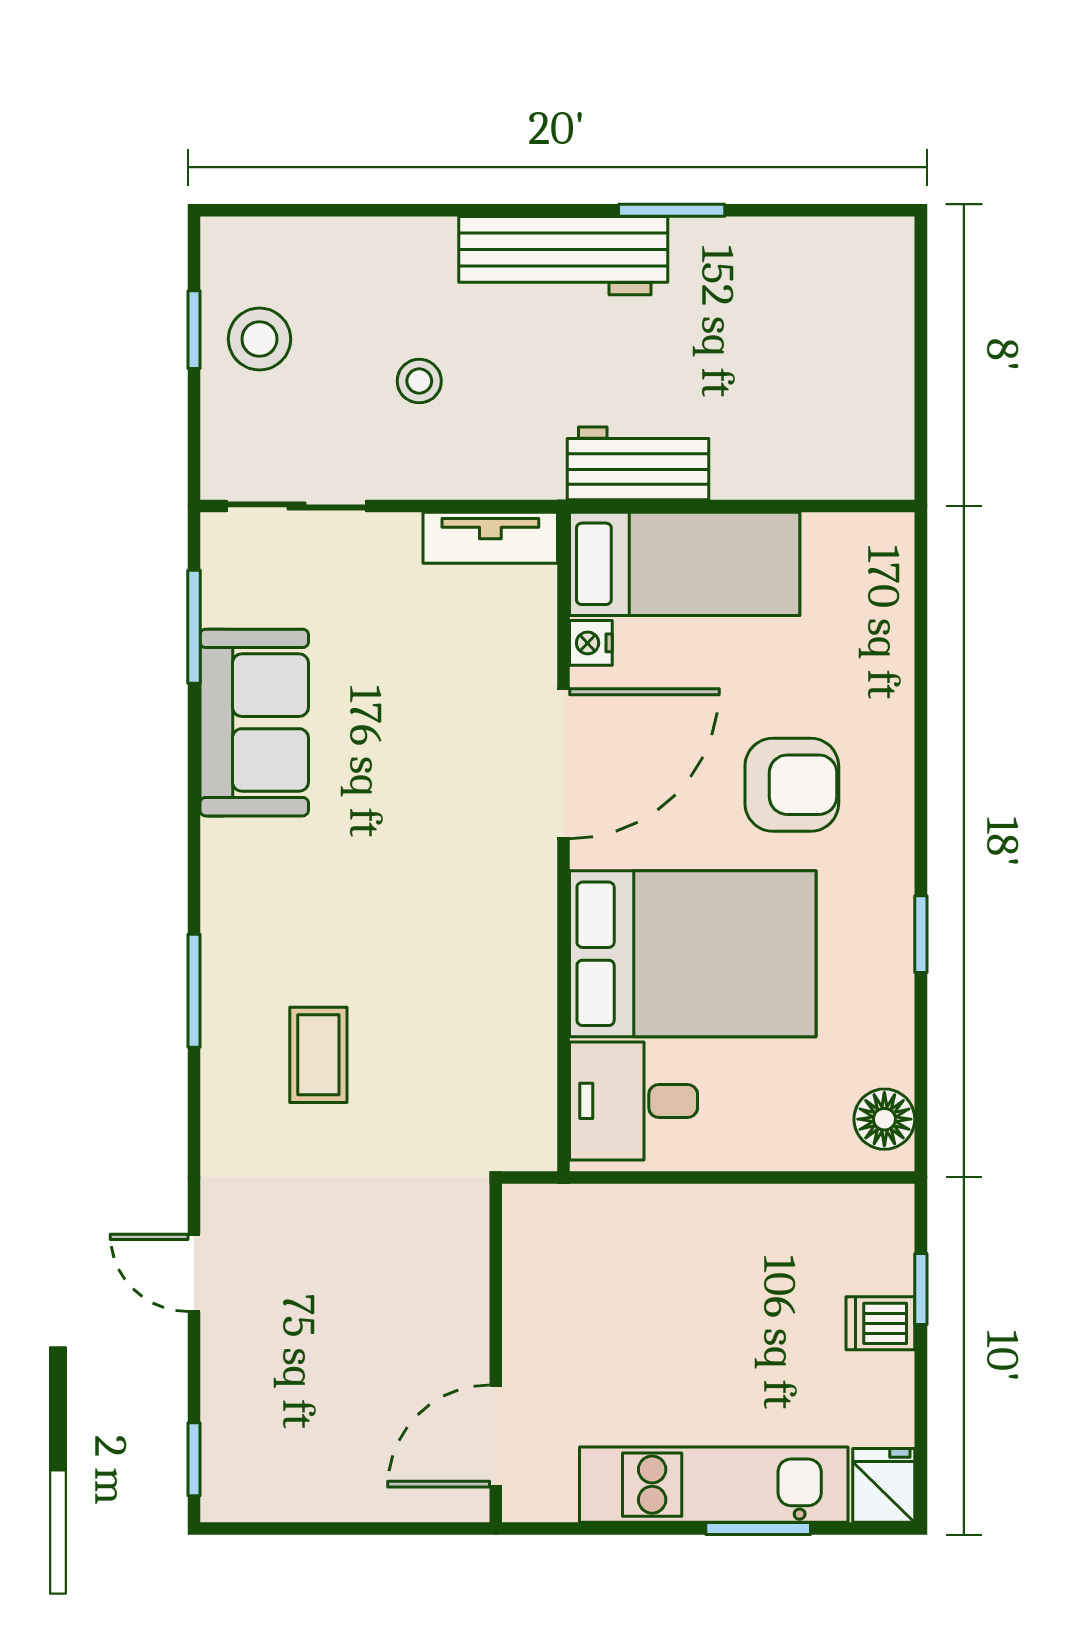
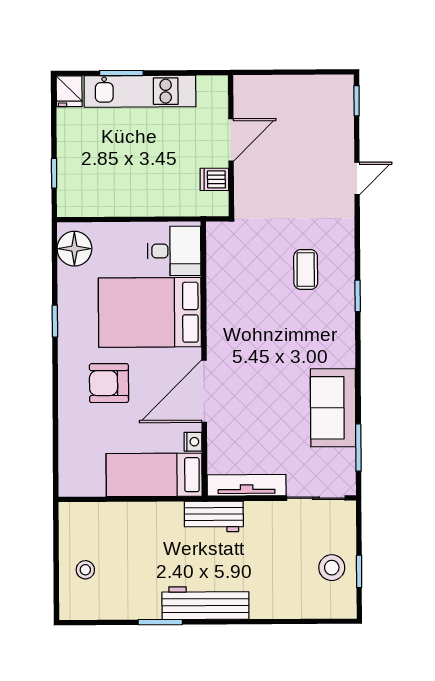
stool: (419, 381) -> (85, 570), moved
workbench: (638, 463) -> (214, 516), moved
tv unit: (490, 538) -> (247, 485), width x1.41
window: (194, 991) -> (358, 296), width x0.67
floor lamp: (884, 1119) -> (74, 249), width x1.38, depth x1.38
door: (194, 1273) -> (357, 178), hinge flipped
dishwasher: (880, 1323) -> (214, 179), moved, turned 180
door: (496, 1436) -> (231, 140), moved

